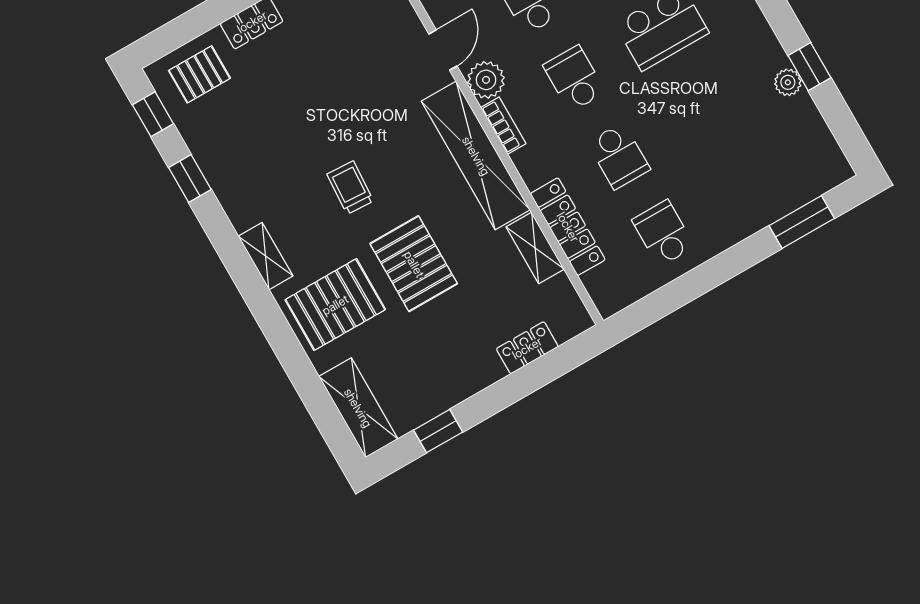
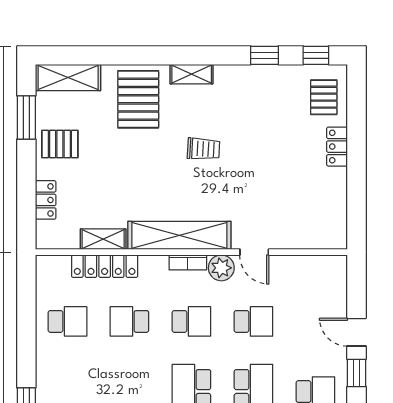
pallet: (414, 264) -> (60, 144), moved, width x0.67, depth x0.71
window: (438, 431) -> (26, 117), width x1.50

